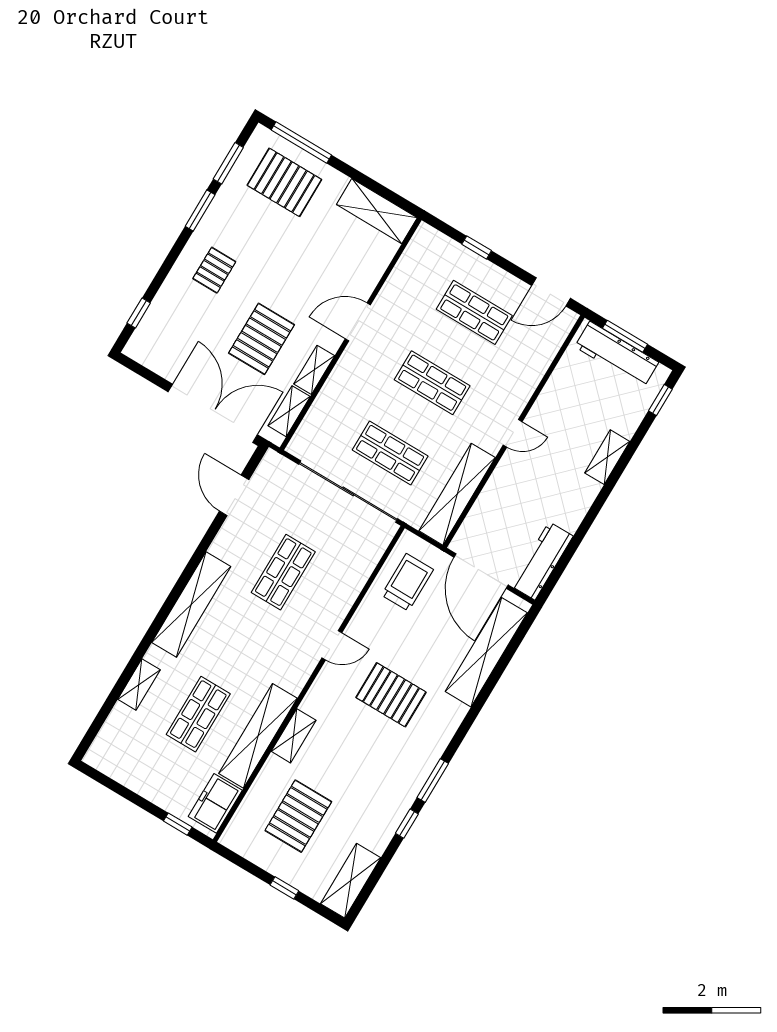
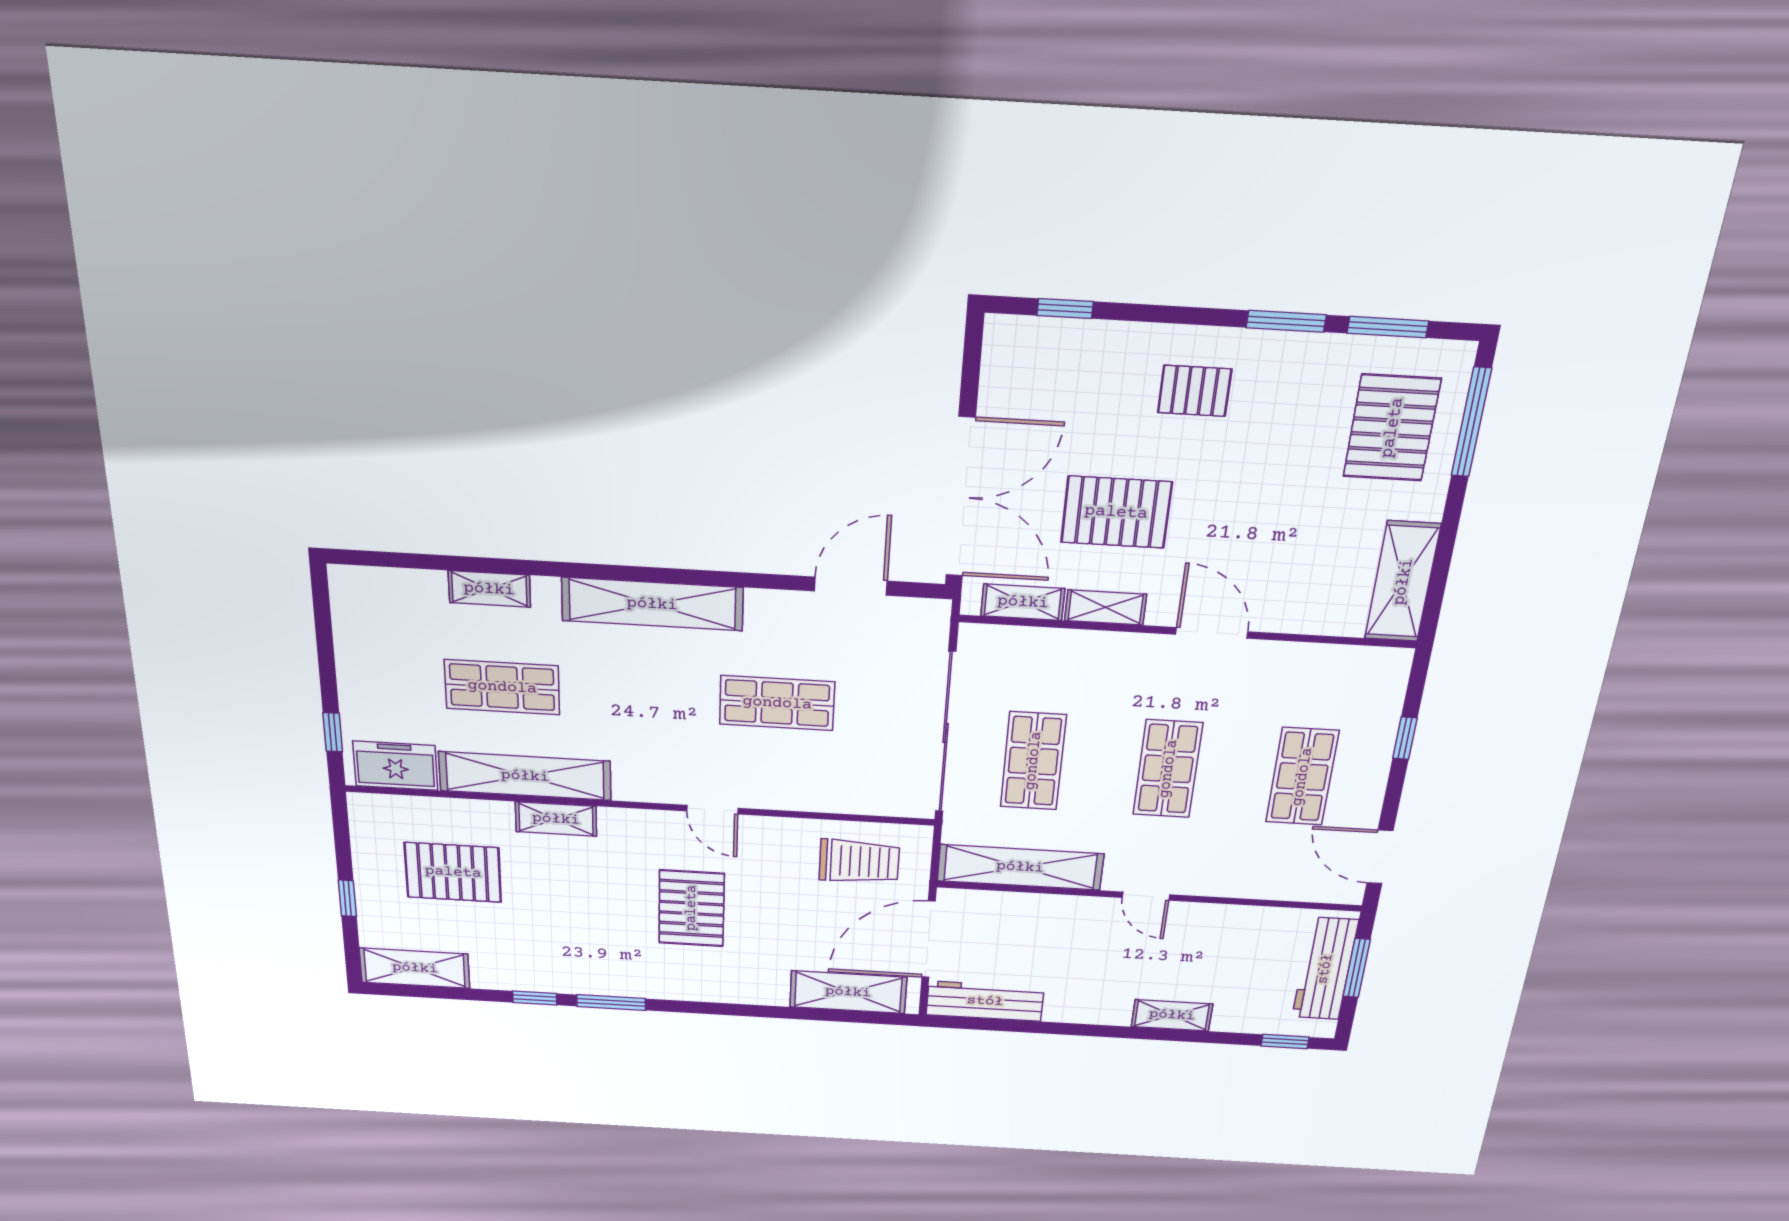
shelving: (486, 652) -> (848, 992), width x0.68

